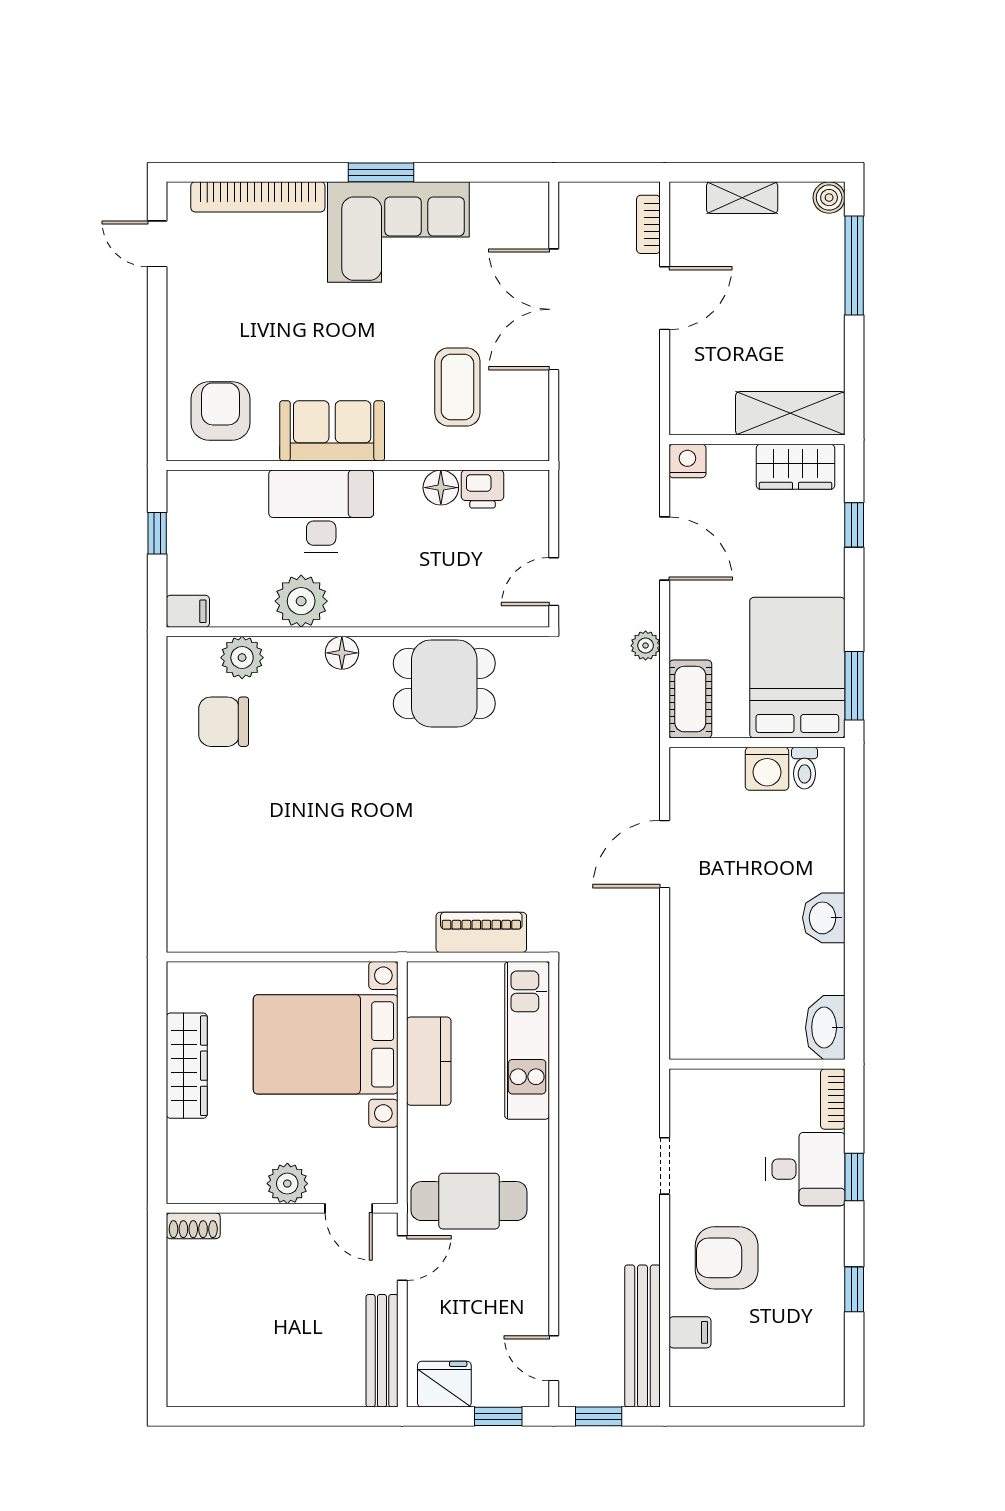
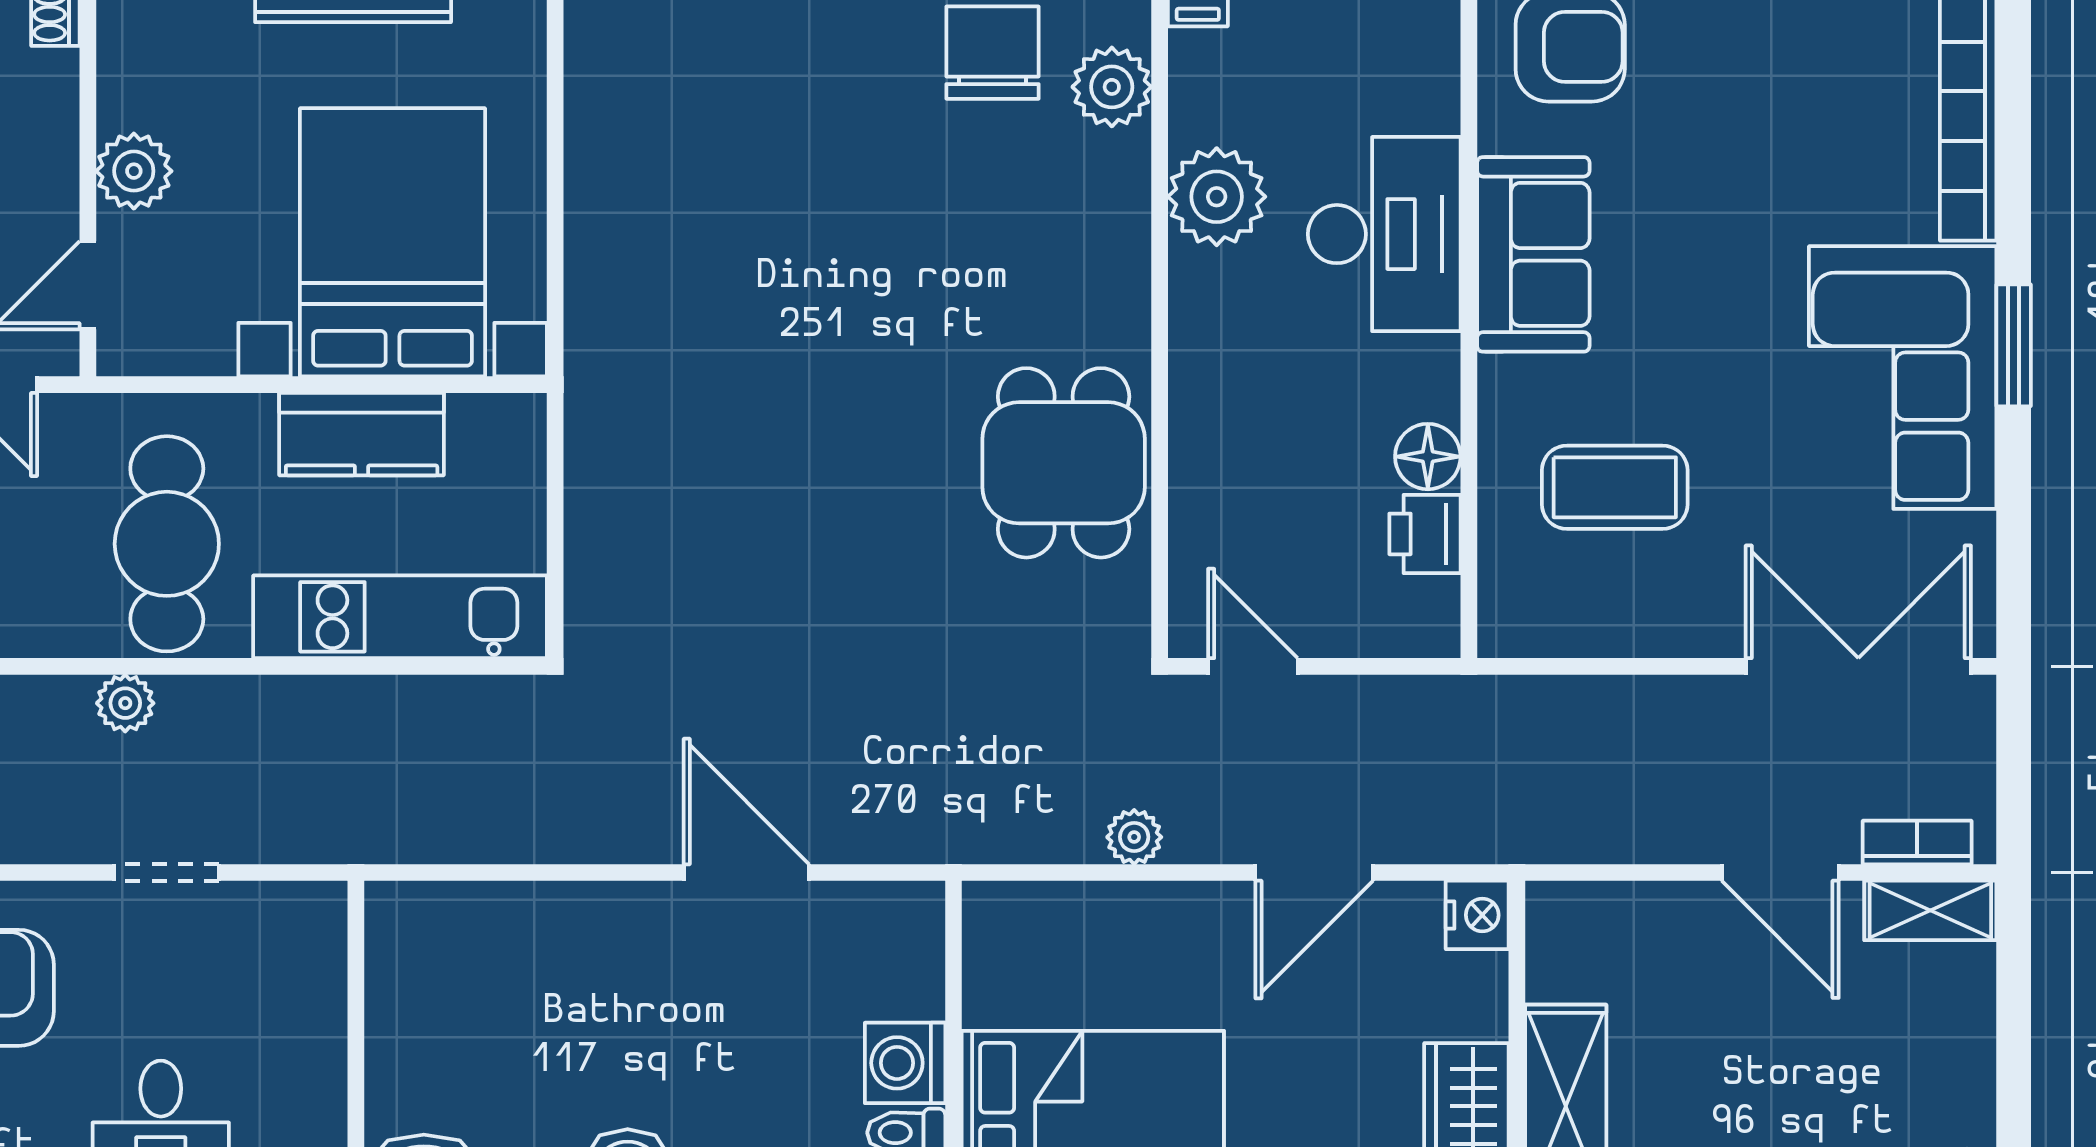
shelving: (742, 198) -> (1930, 910), moved, turned 90
double door: (554, 309) -> (1858, 666), moved
floor lamp: (342, 653) -> (1121, 273), removed
cot: (690, 699) -> (1035, 920), removed
piano: (481, 932) -> (601, 532), removed
plant: (574, 1188) -> (125, 703), added
cafe table: (469, 1201) -> (167, 544), moved

